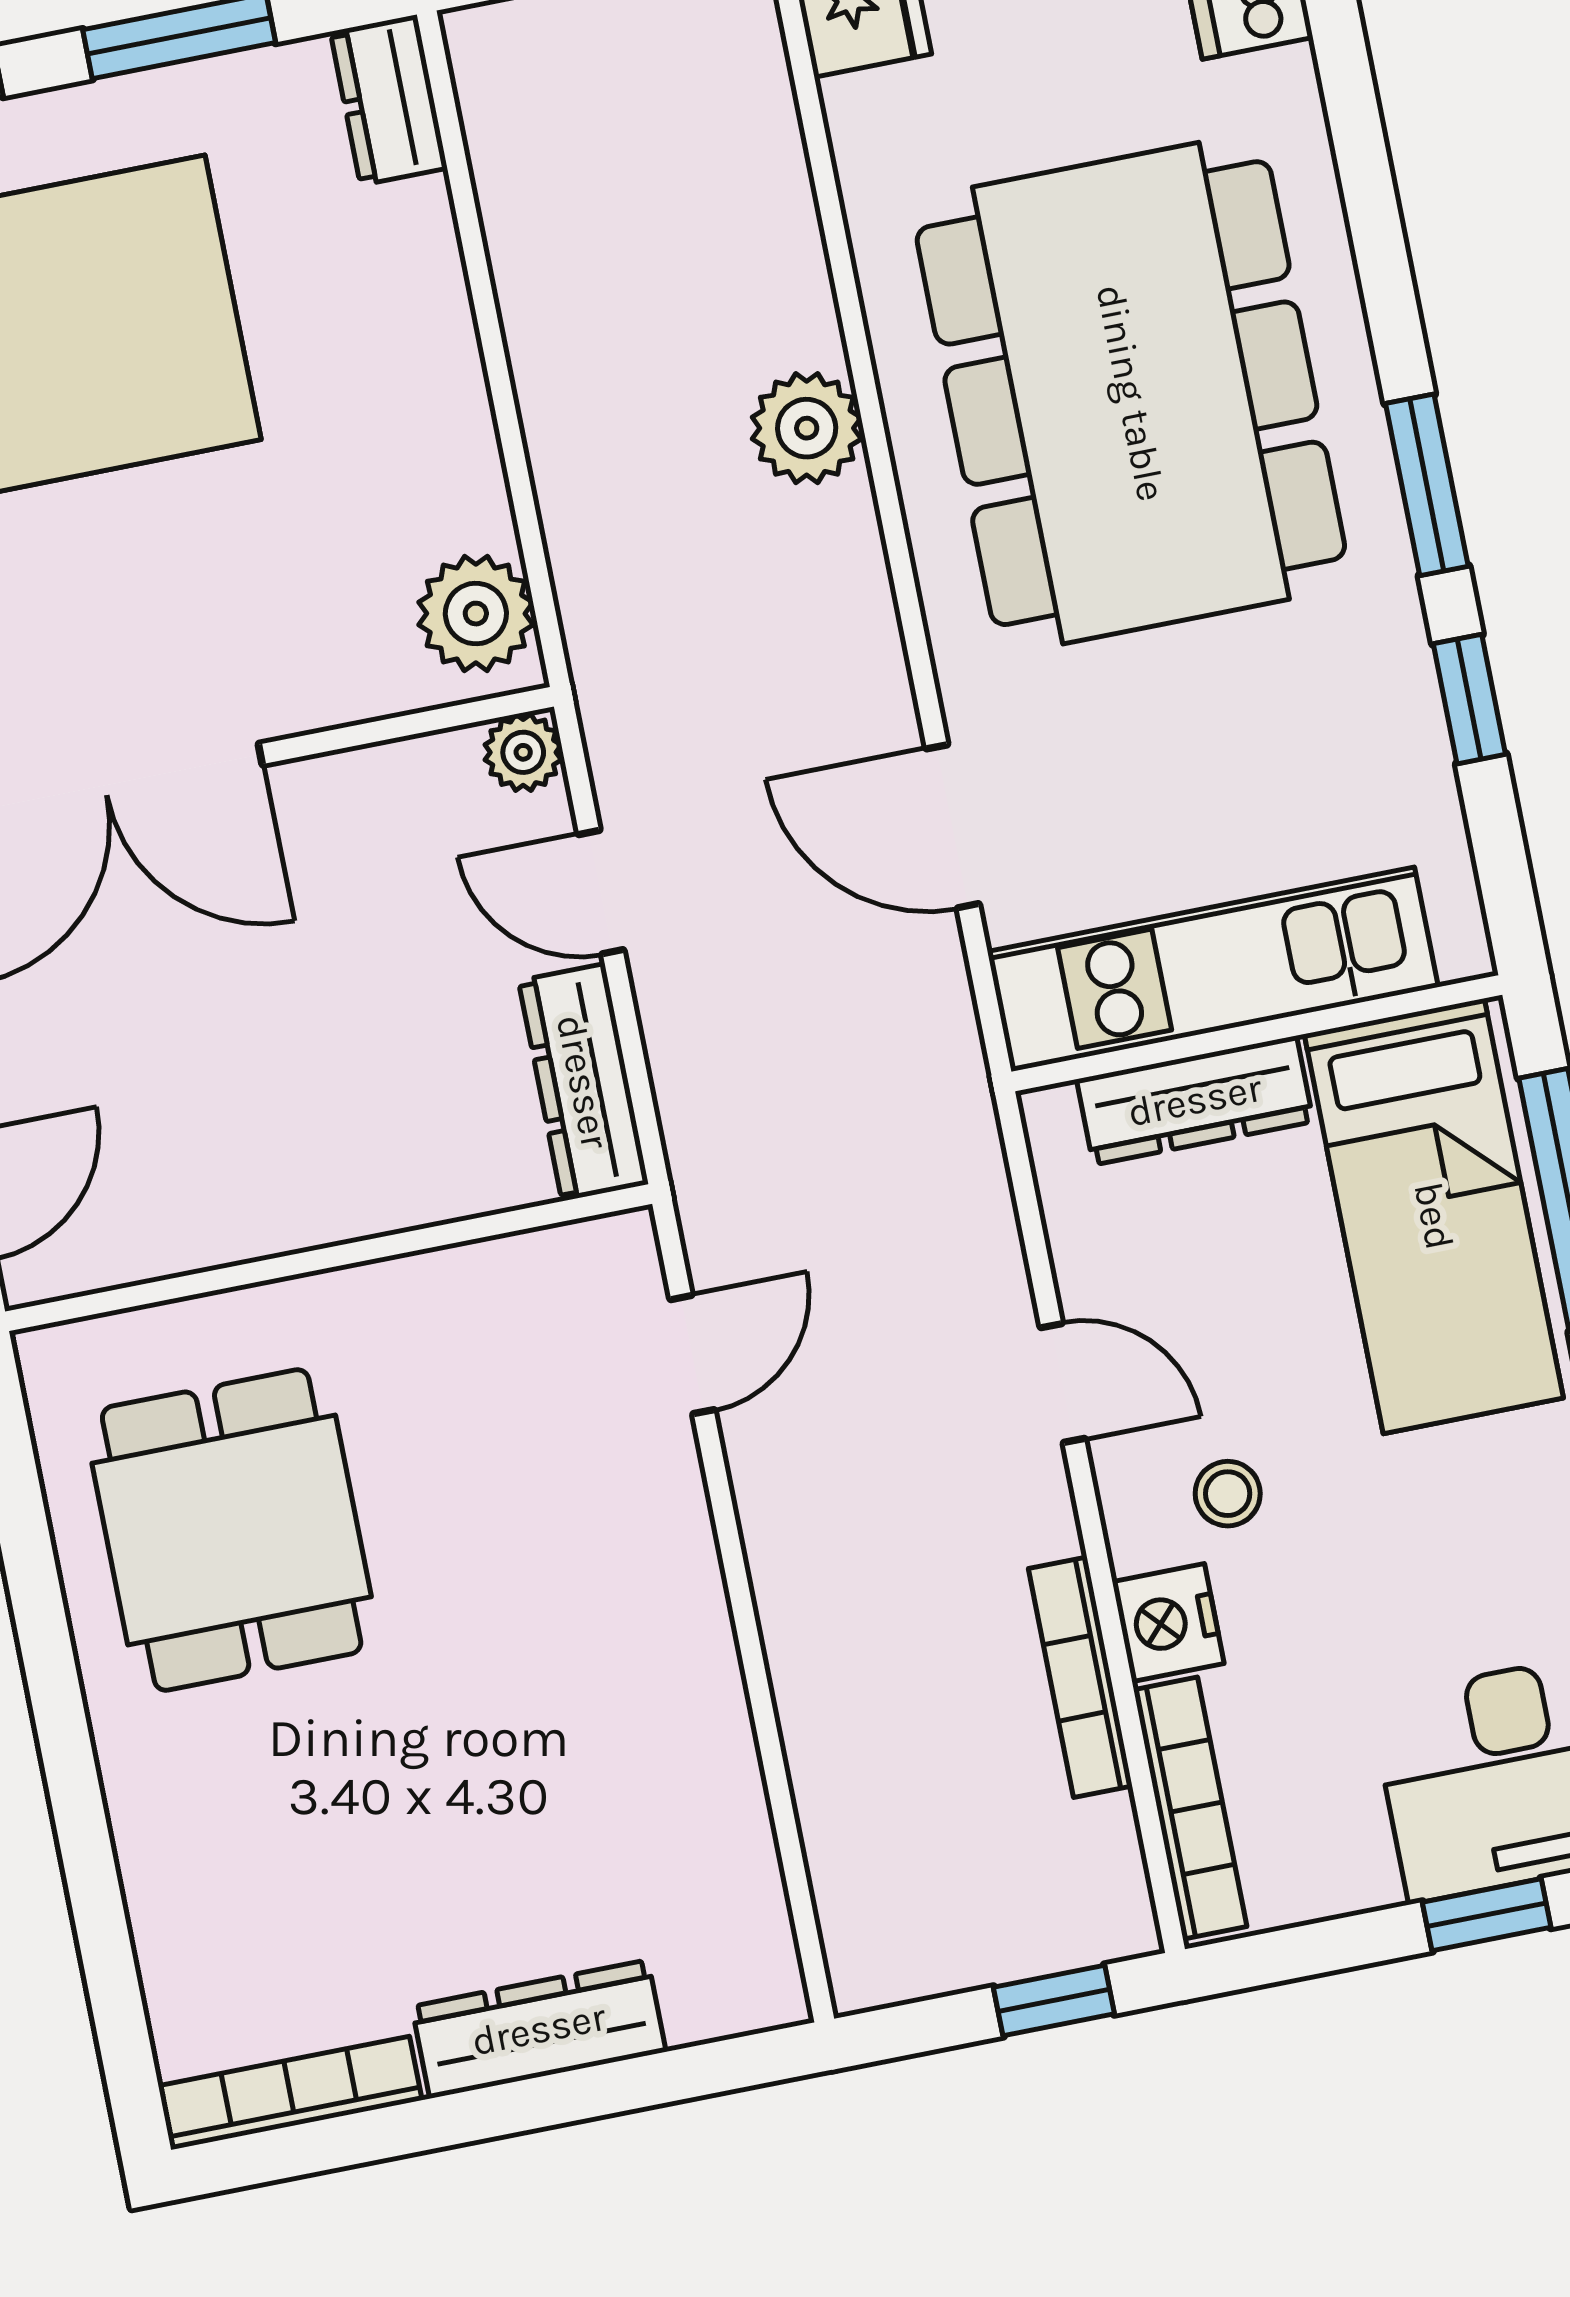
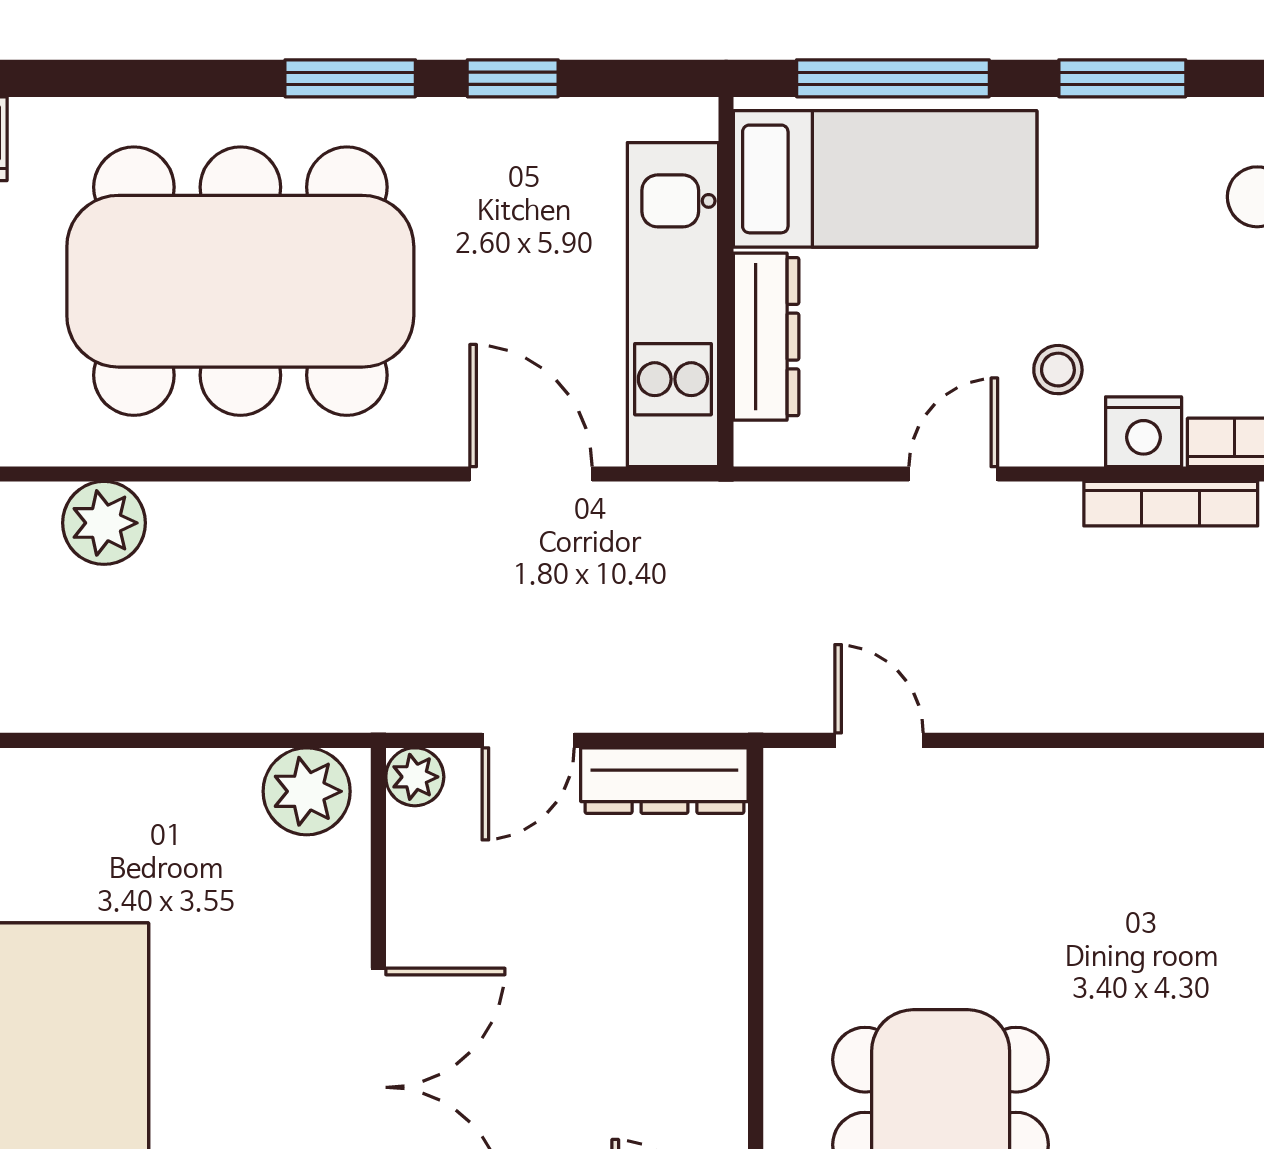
plant: (807, 428) -> (104, 523), moved
door: (952, 826) -> (531, 474), swing flipped

